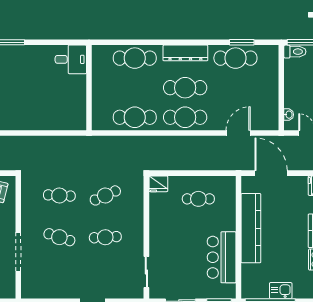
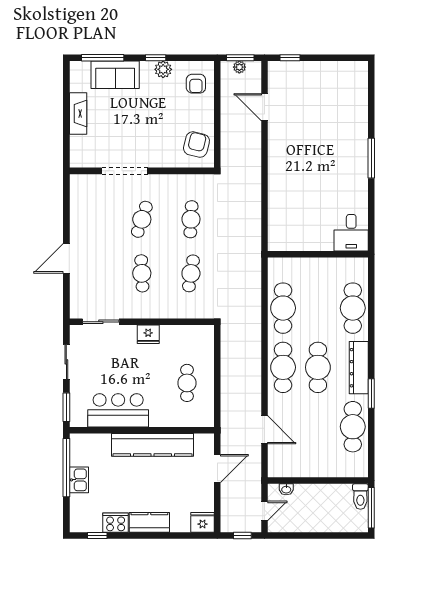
window: (242, 42) -> (371, 393), moved
door: (271, 173) -> (217, 469), width x0.73
fridge: (158, 184) -> (148, 334), moved, turned -90
cafe table: (105, 195) -> (191, 273), turned 33

